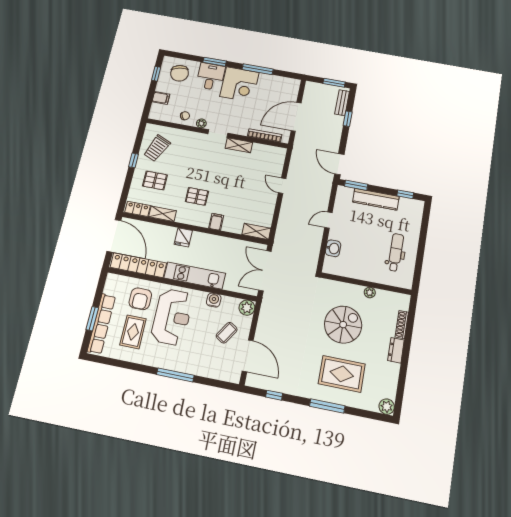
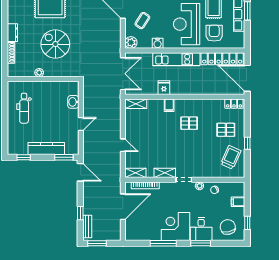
shelving: (163, 214) -> (135, 173), moved
fridge: (183, 237) -> (164, 88), moved
spiral stairs: (343, 325) -> (55, 44), turned 90

